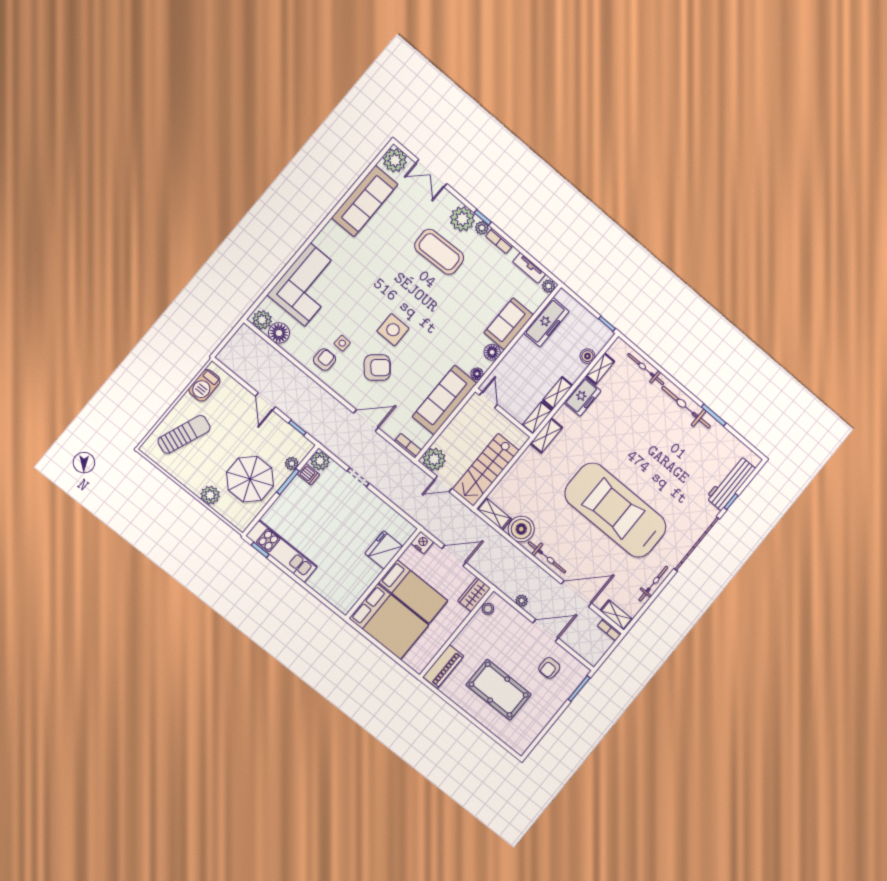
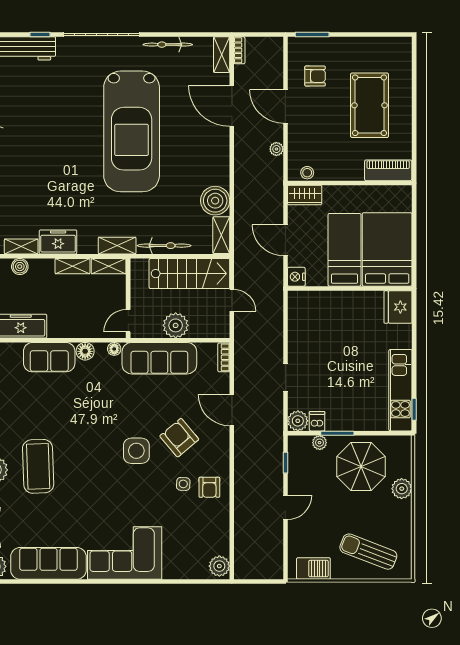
corner sofa: (307, 285) -> (125, 553), moved
floor lamp: (279, 333) -> (219, 543), removed
armchair: (325, 360) -> (209, 487), turned -90
plant: (434, 459) -> (176, 325), moved
fridge: (384, 550) -> (398, 307), moved, turned 90
bicycle: (547, 557) -> (164, 246), moved, turned 90

